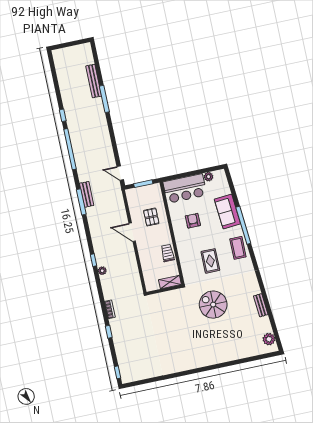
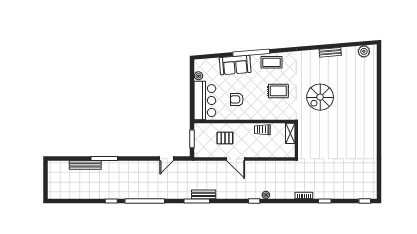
door: (120, 173) -> (167, 158), moved
bench: (87, 194) -> (204, 194), moved
door: (132, 232) -> (236, 159), hinge flipped

